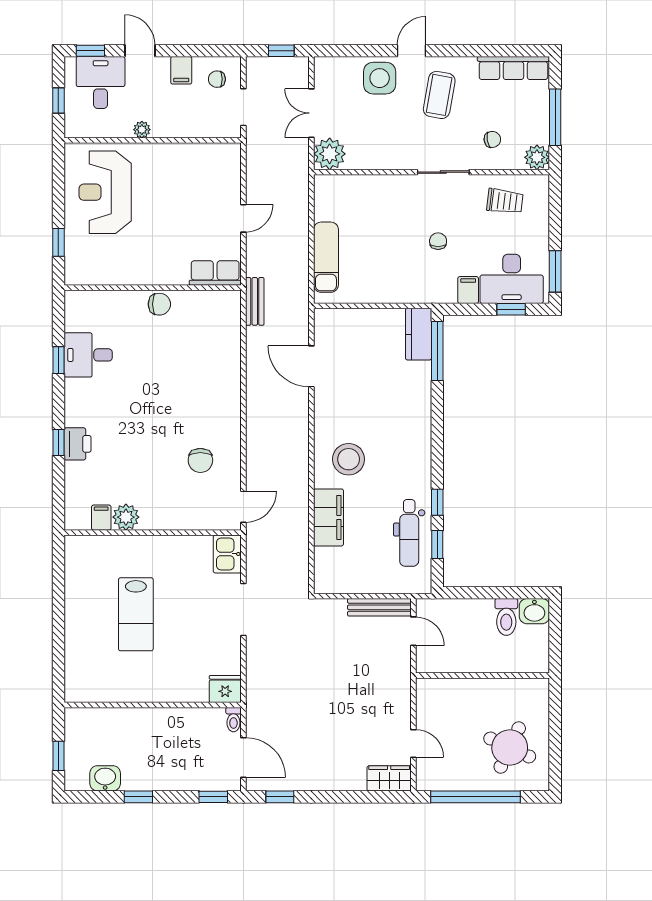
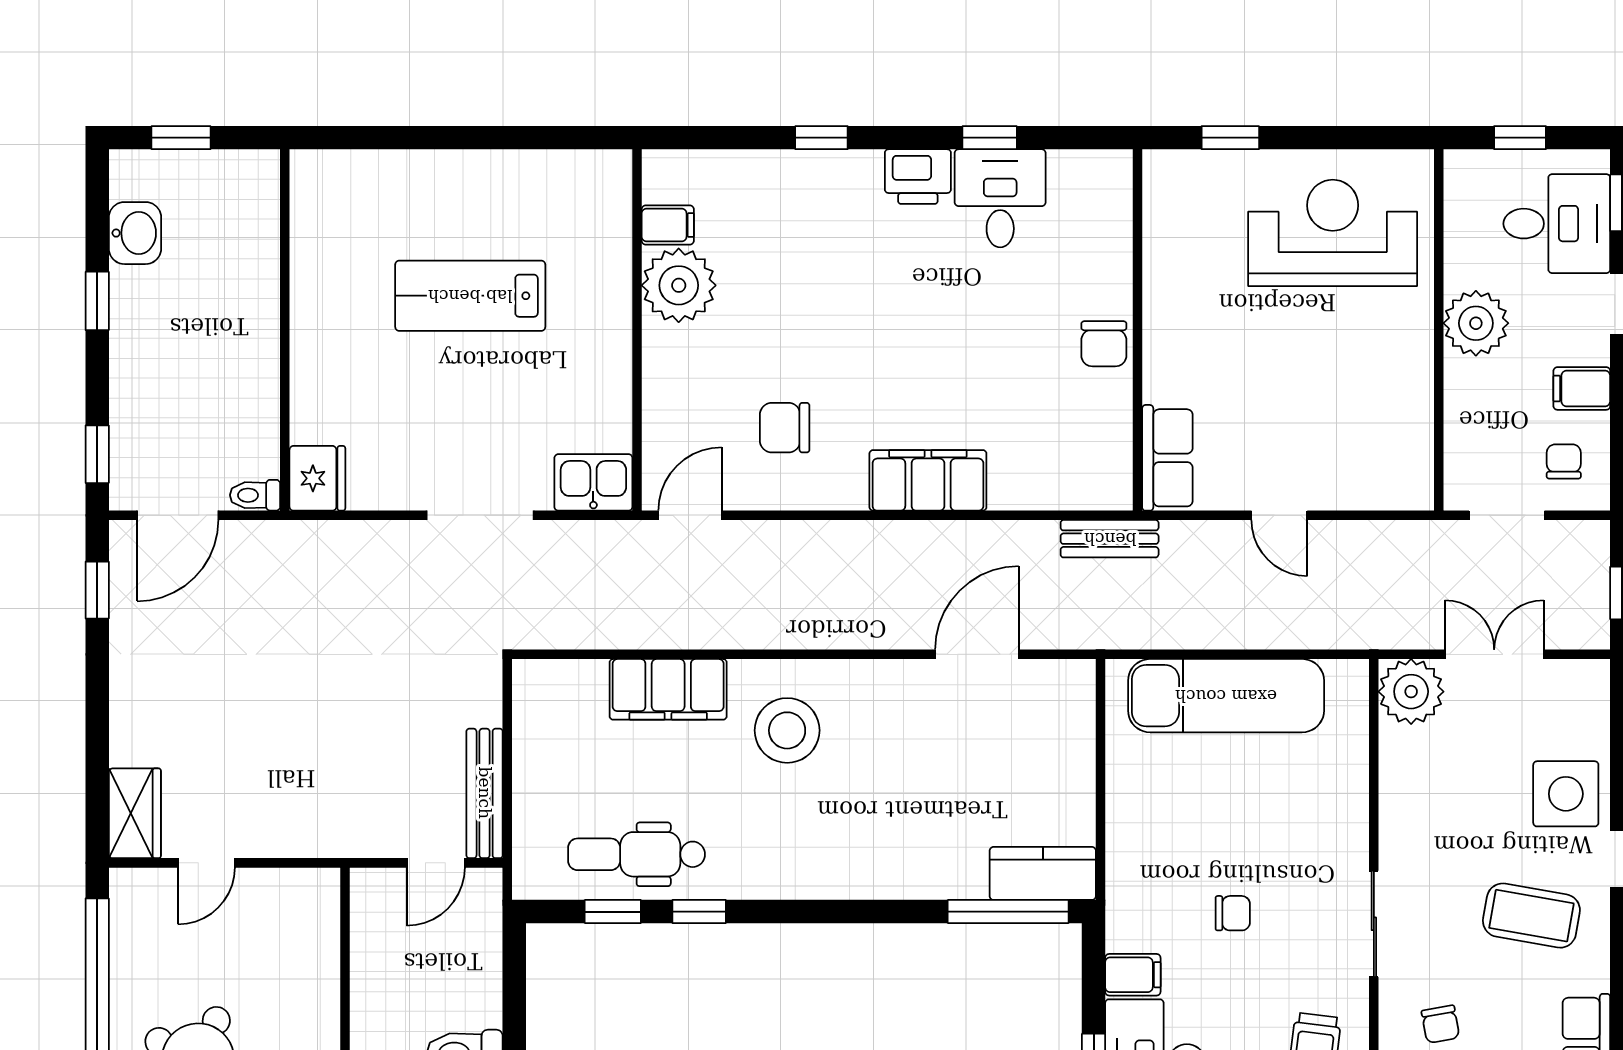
plant: (142, 130) -> (1476, 323), width x1.88, depth x1.88
exam couch: (326, 257) -> (1226, 696), width x1.36, depth x1.45
filing cabinet: (226, 390) -> (928, 480), added
printer: (78, 444) -> (918, 177), moved
door: (243, 507) -> (690, 515), swing flipped
plant: (126, 517) -> (679, 285), width x1.36, depth x1.36

